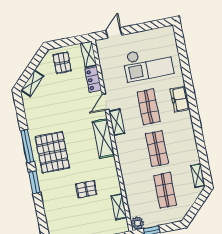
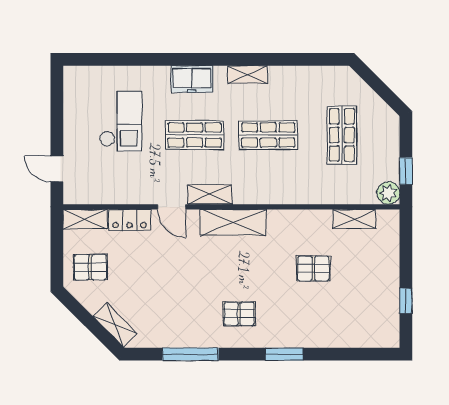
checkout: (148, 63) -> (121, 121), width x0.73, depth x0.83
window: (27, 146) -> (190, 354), moved
pallet: (52, 152) -> (239, 314), width x0.49, depth x0.50
shelving: (198, 176) -> (247, 75), moved
pallet: (86, 189) -> (313, 269), turned 90
shop shelf: (165, 190) -> (342, 135), turned 90

